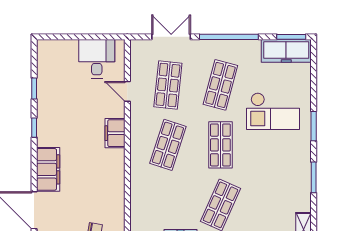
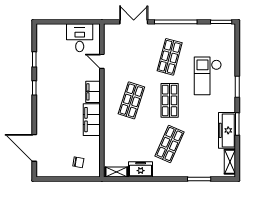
freezer: (286, 51) -> (227, 130), moved, turned 90
shop shelf: (168, 85) -> (131, 57), removed
checkout: (273, 111) -> (208, 76), turned 90
filing cabinet: (48, 169) -> (92, 120), moved, turned 180

